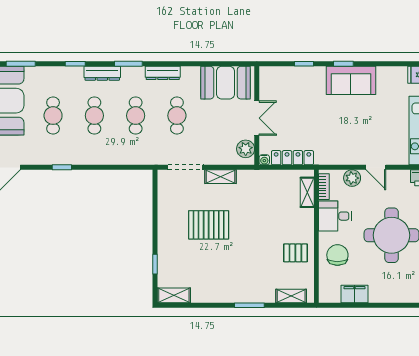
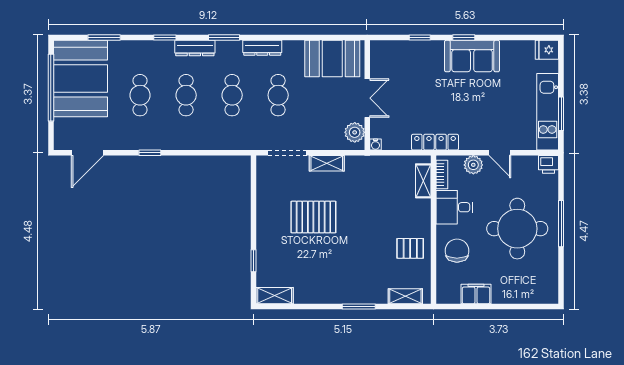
locker: (292, 158) -> (435, 142), moved

